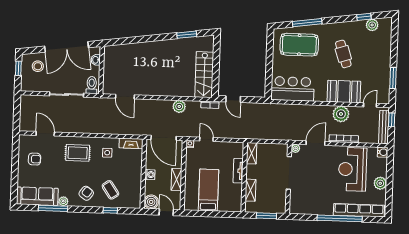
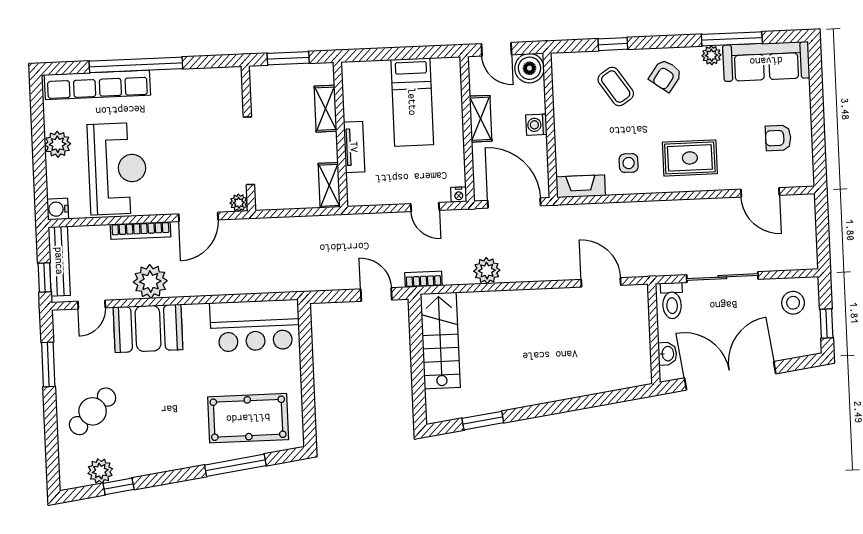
cafe table: (343, 54) -> (93, 411), moved, turned 65
stool: (38, 66) -> (793, 303), moved

